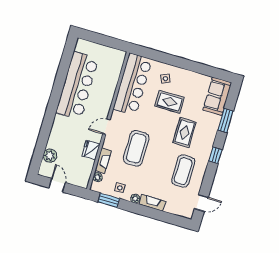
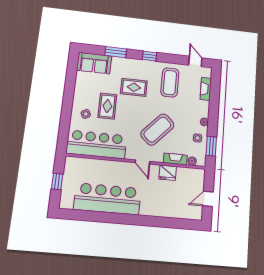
window: (103, 40) -> (57, 181), added
coffee table: (136, 148) -> (157, 130), turned -47
plant: (50, 156) -> (181, 212), removed
coffee table: (183, 171) -> (170, 82), turned 90
fireplace: (152, 203) -> (206, 89), moved

